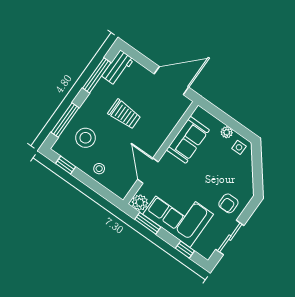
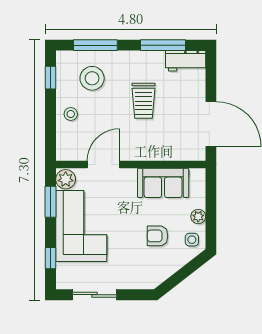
armchair: (228, 203) -> (157, 236), moved

